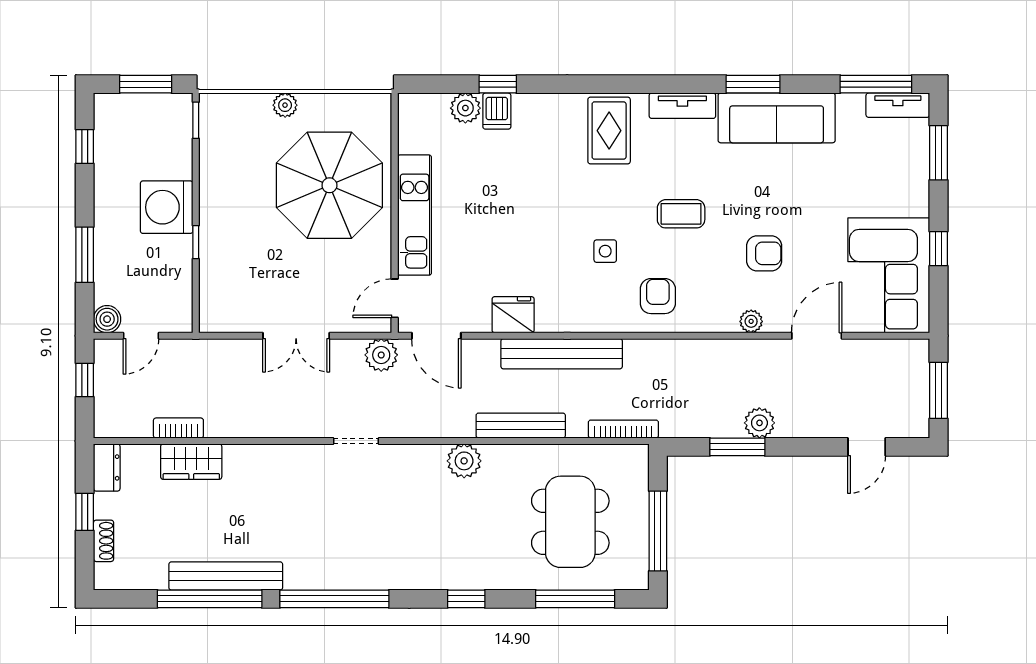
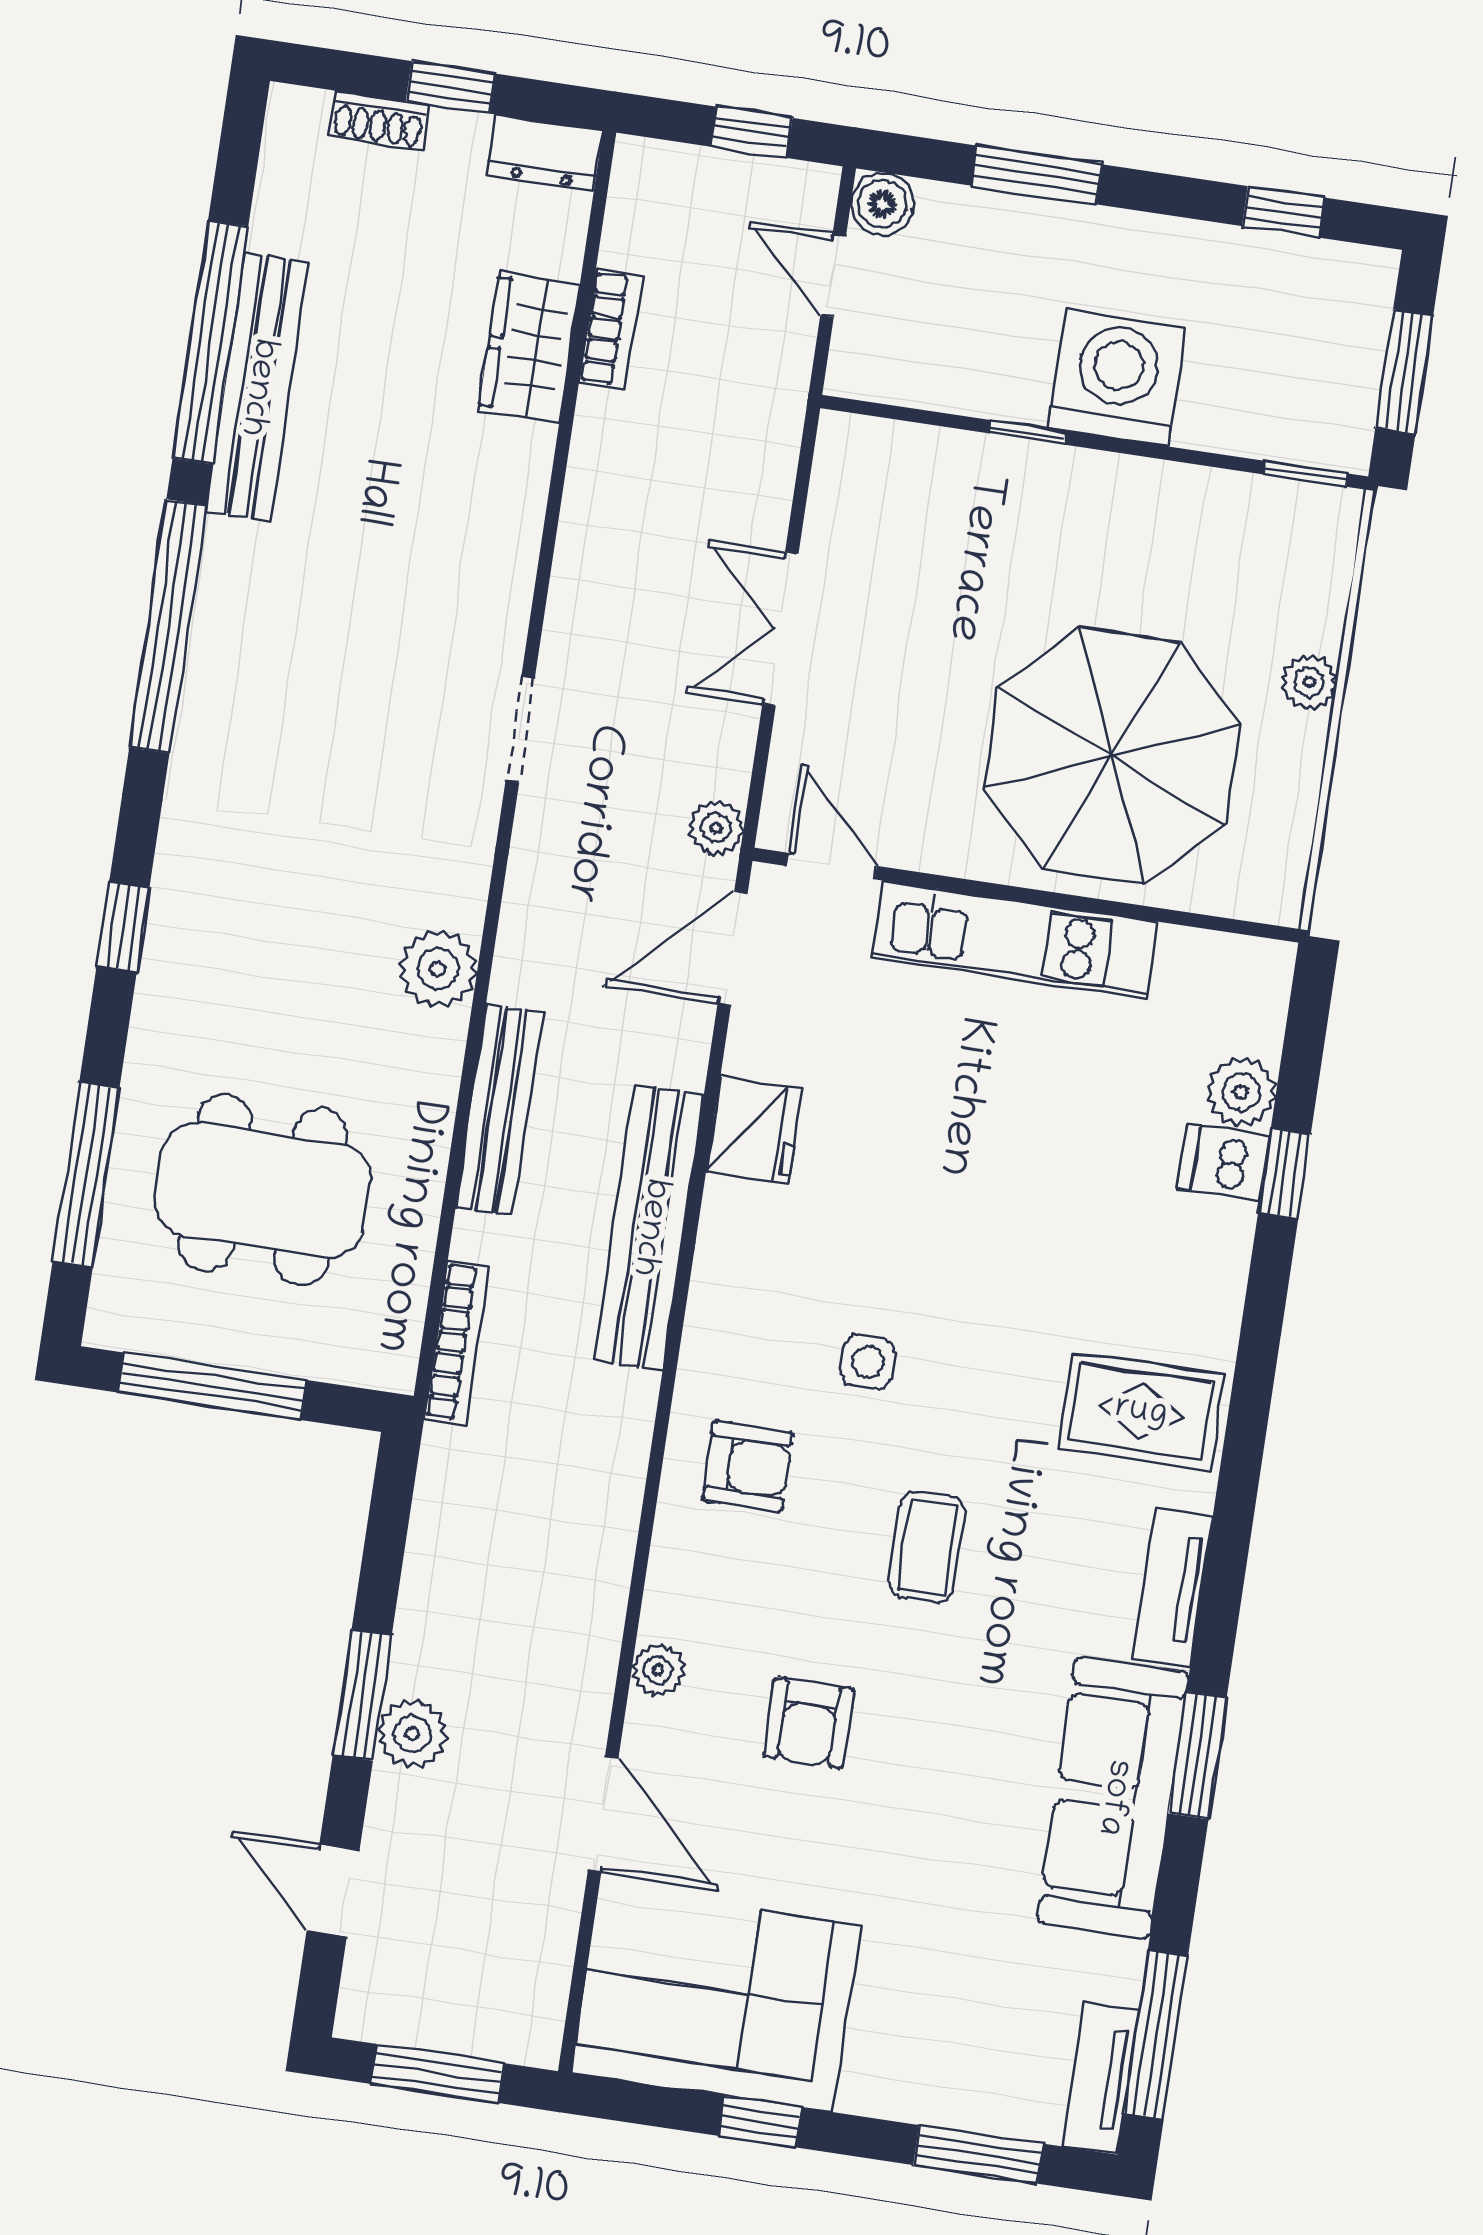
plant: (381, 355) -> (716, 828), width x0.73, depth x0.73
plant: (759, 423) -> (412, 1733), moved
window: (737, 447) -> (362, 1695), moved

